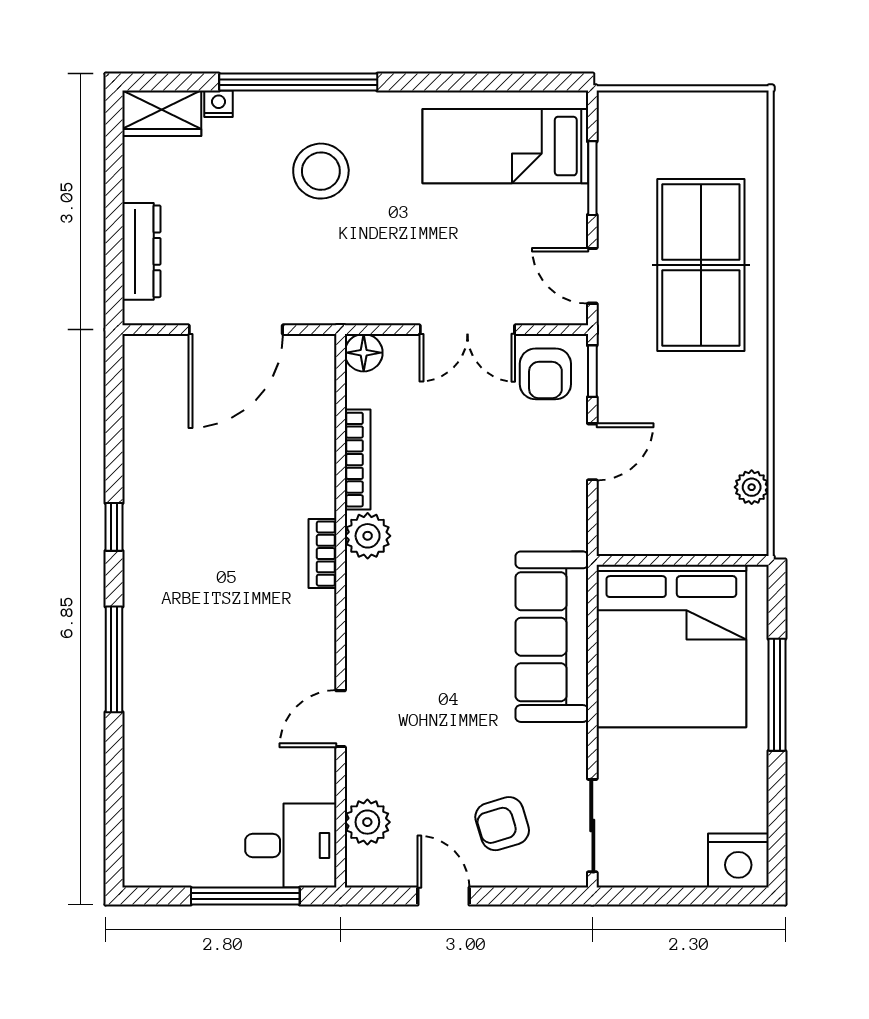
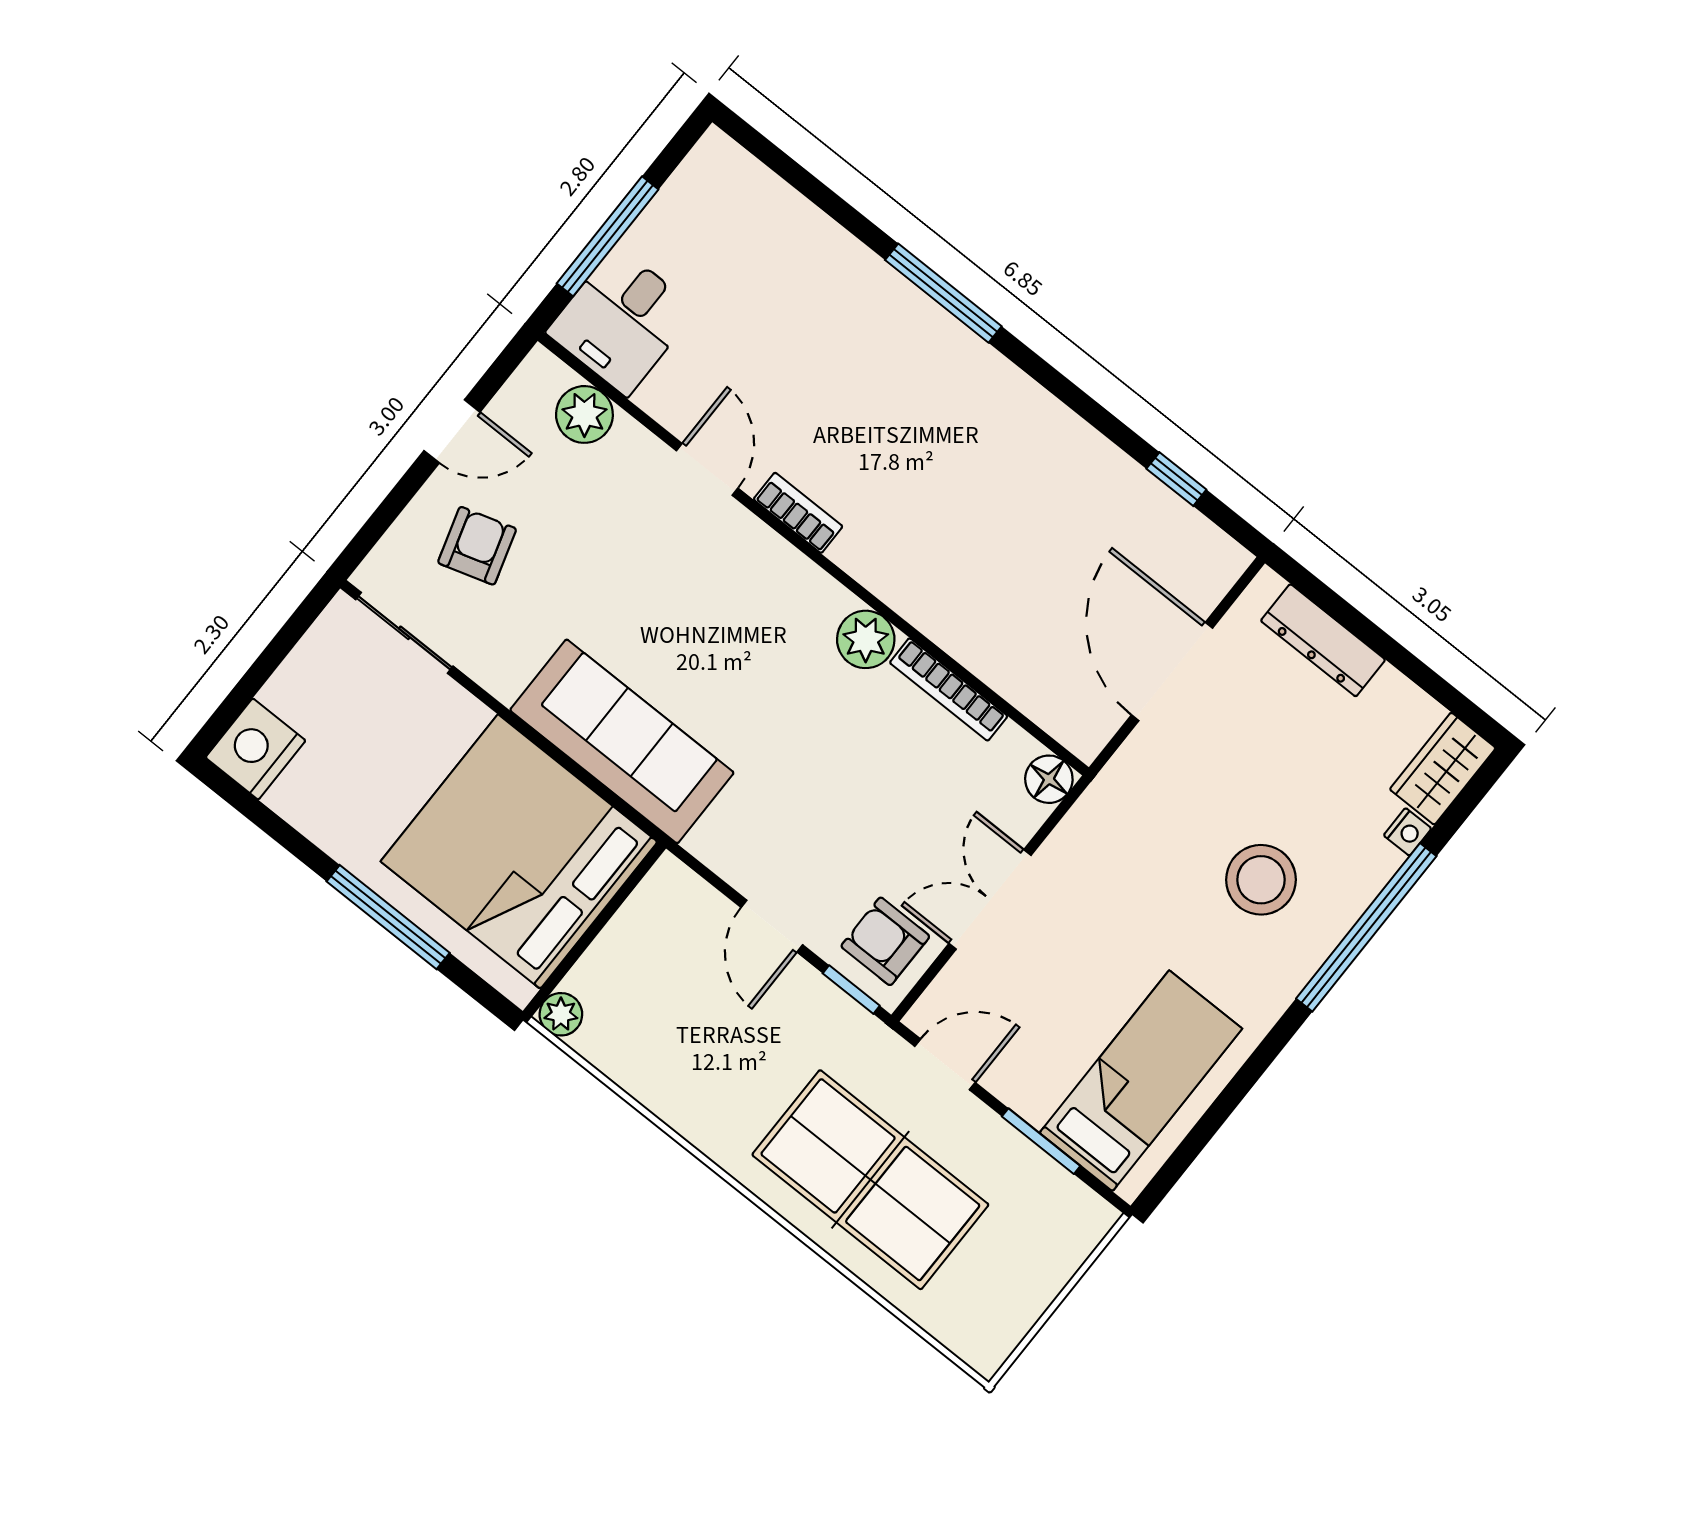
plant: (752, 487) -> (561, 1014), moved
window: (114, 527) -> (1176, 479), moved
bookcase: (323, 554) -> (798, 513), moved

